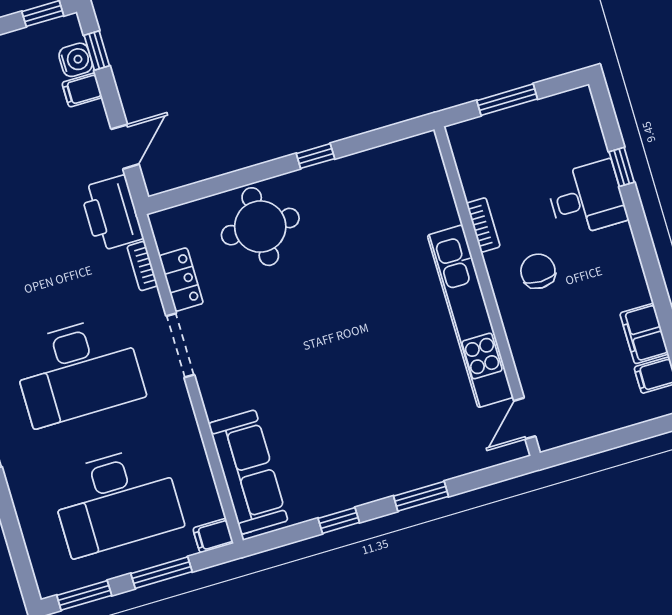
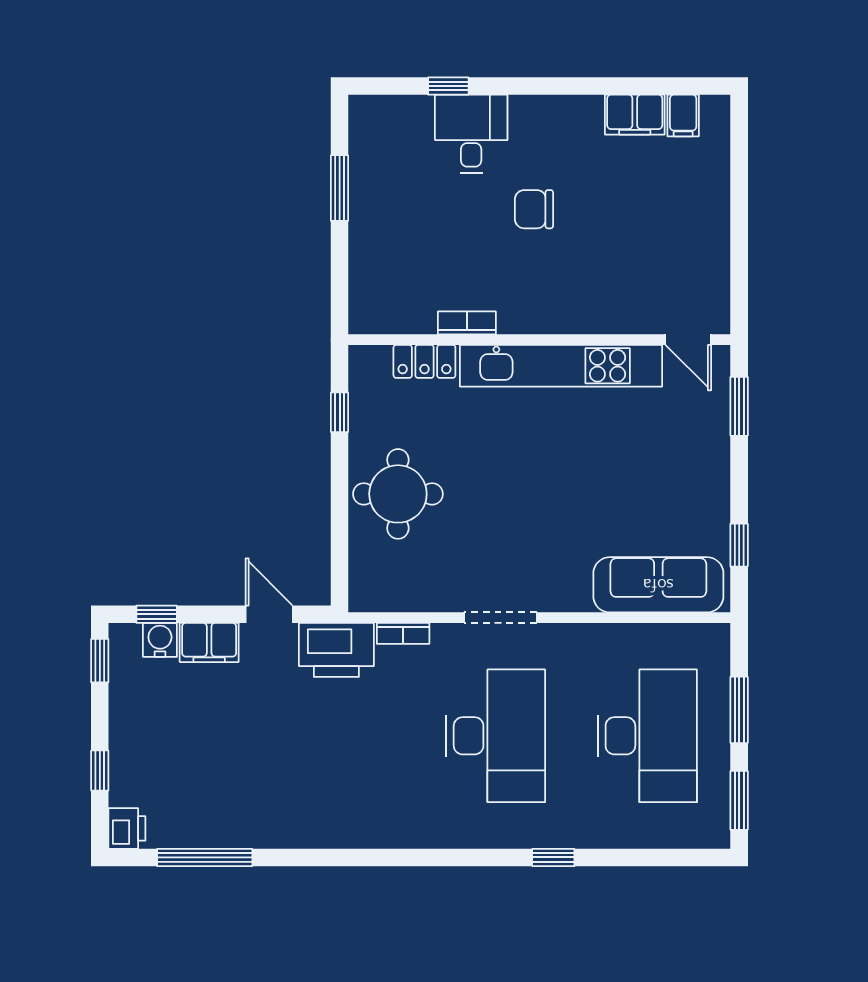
filing cabinet: (82, 90) -> (209, 642), width x2.00
bookcase: (483, 225) -> (467, 323), moved
locker: (181, 280) -> (424, 361), moved, turned 180
wall: (487, 291) -> (539, 340), moved
kitchen unit: (470, 316) -> (561, 366), moved
door: (525, 418) -> (688, 340), moved
window: (339, 520) -> (739, 545), moved
filing cabinet: (213, 536) -> (716, 643), removed

